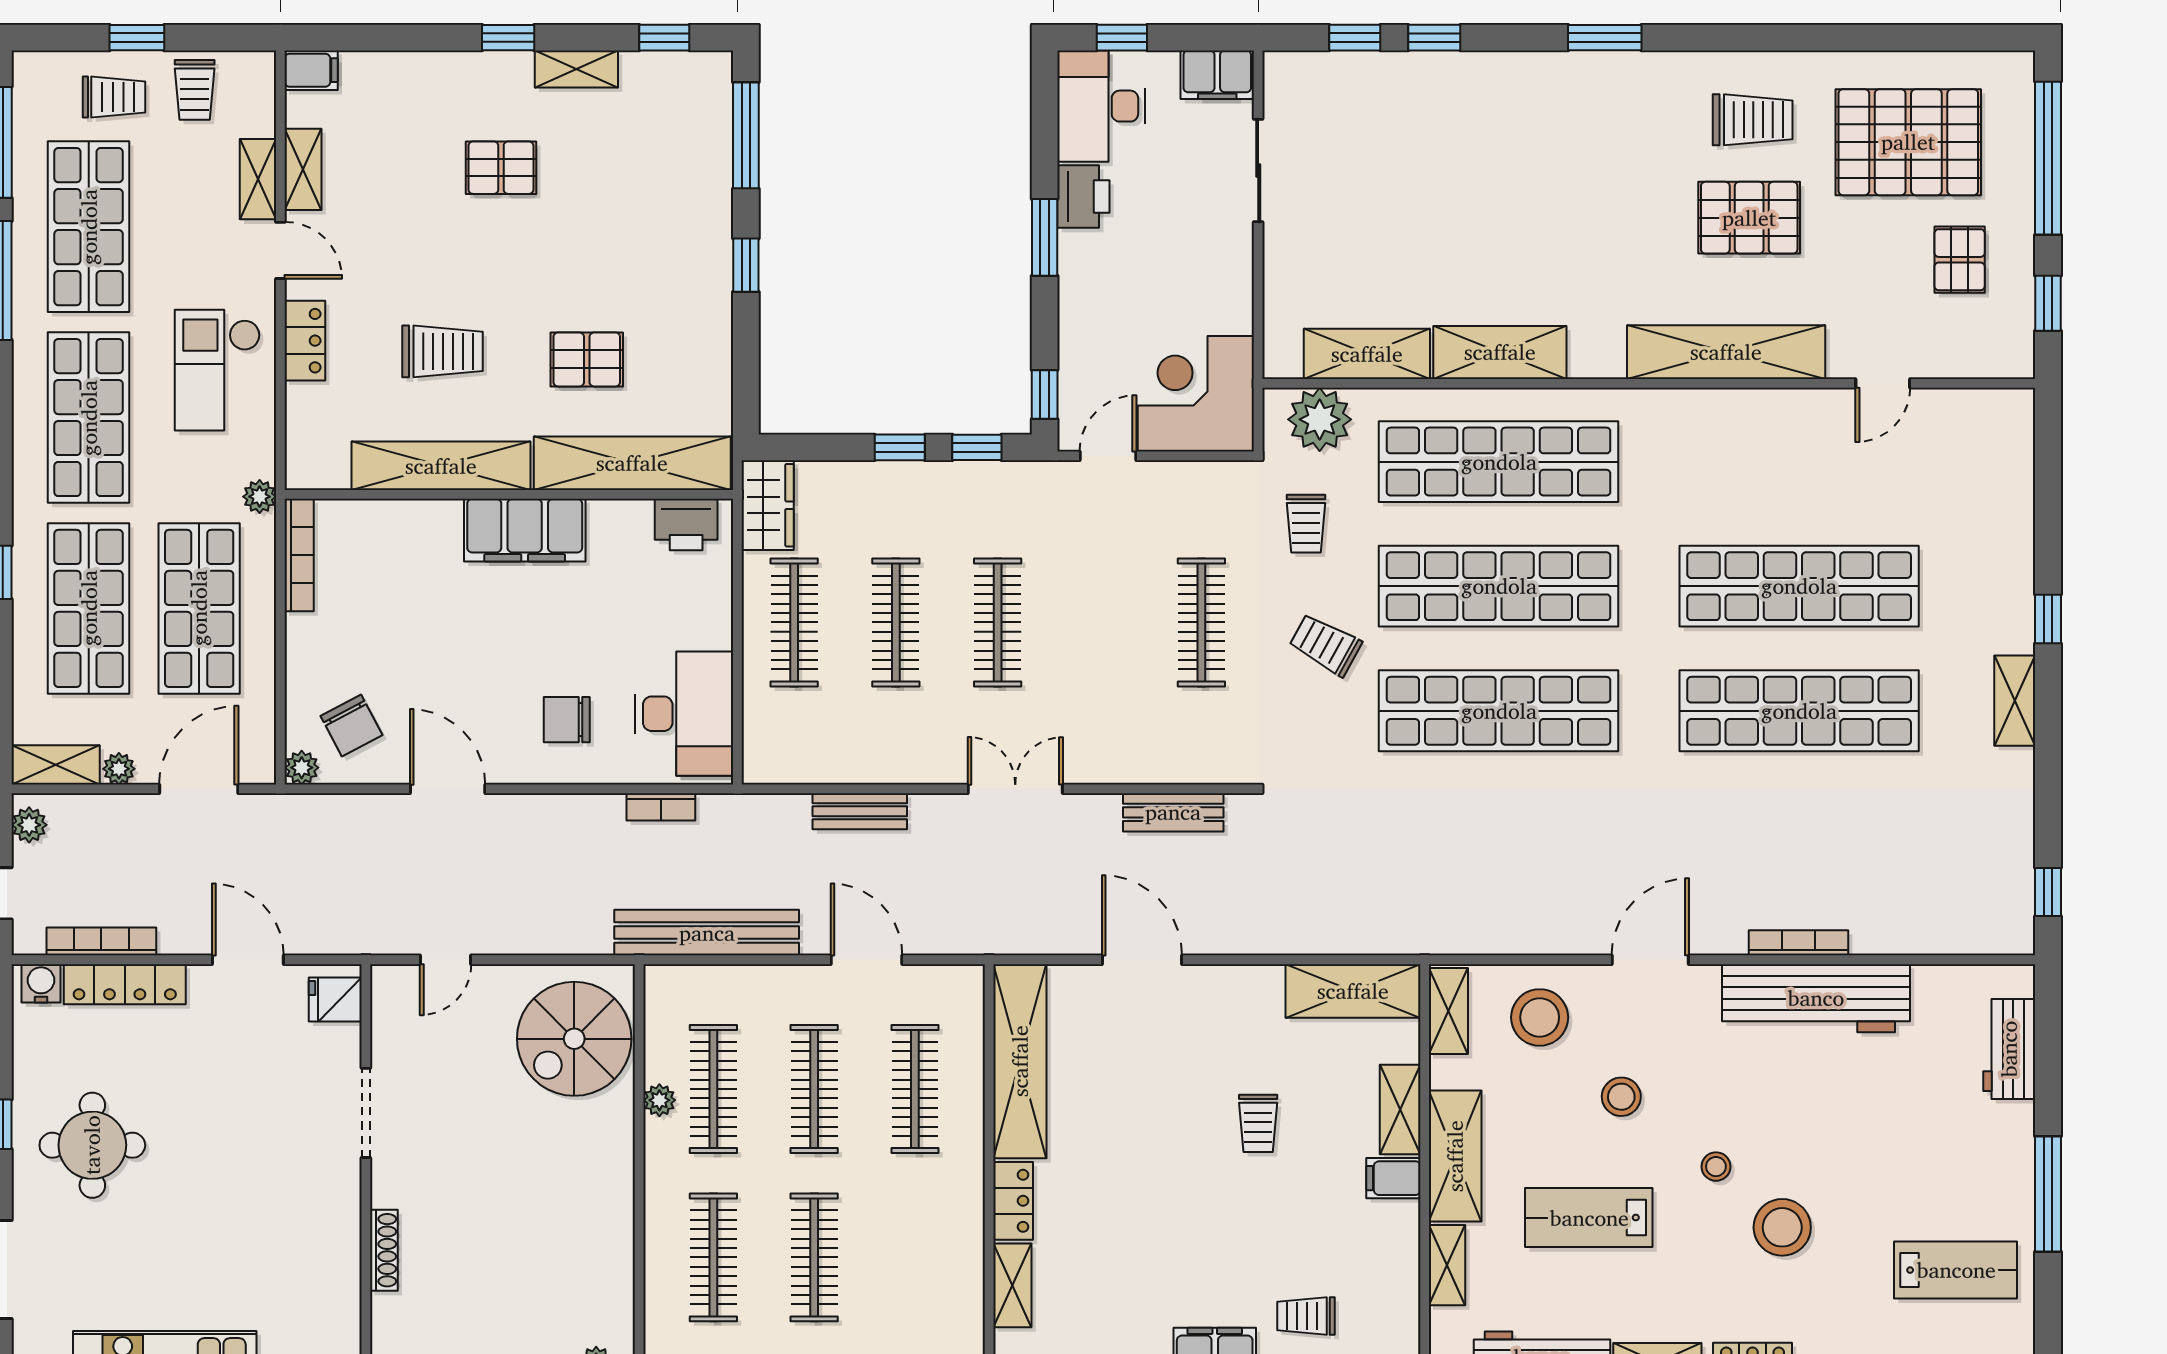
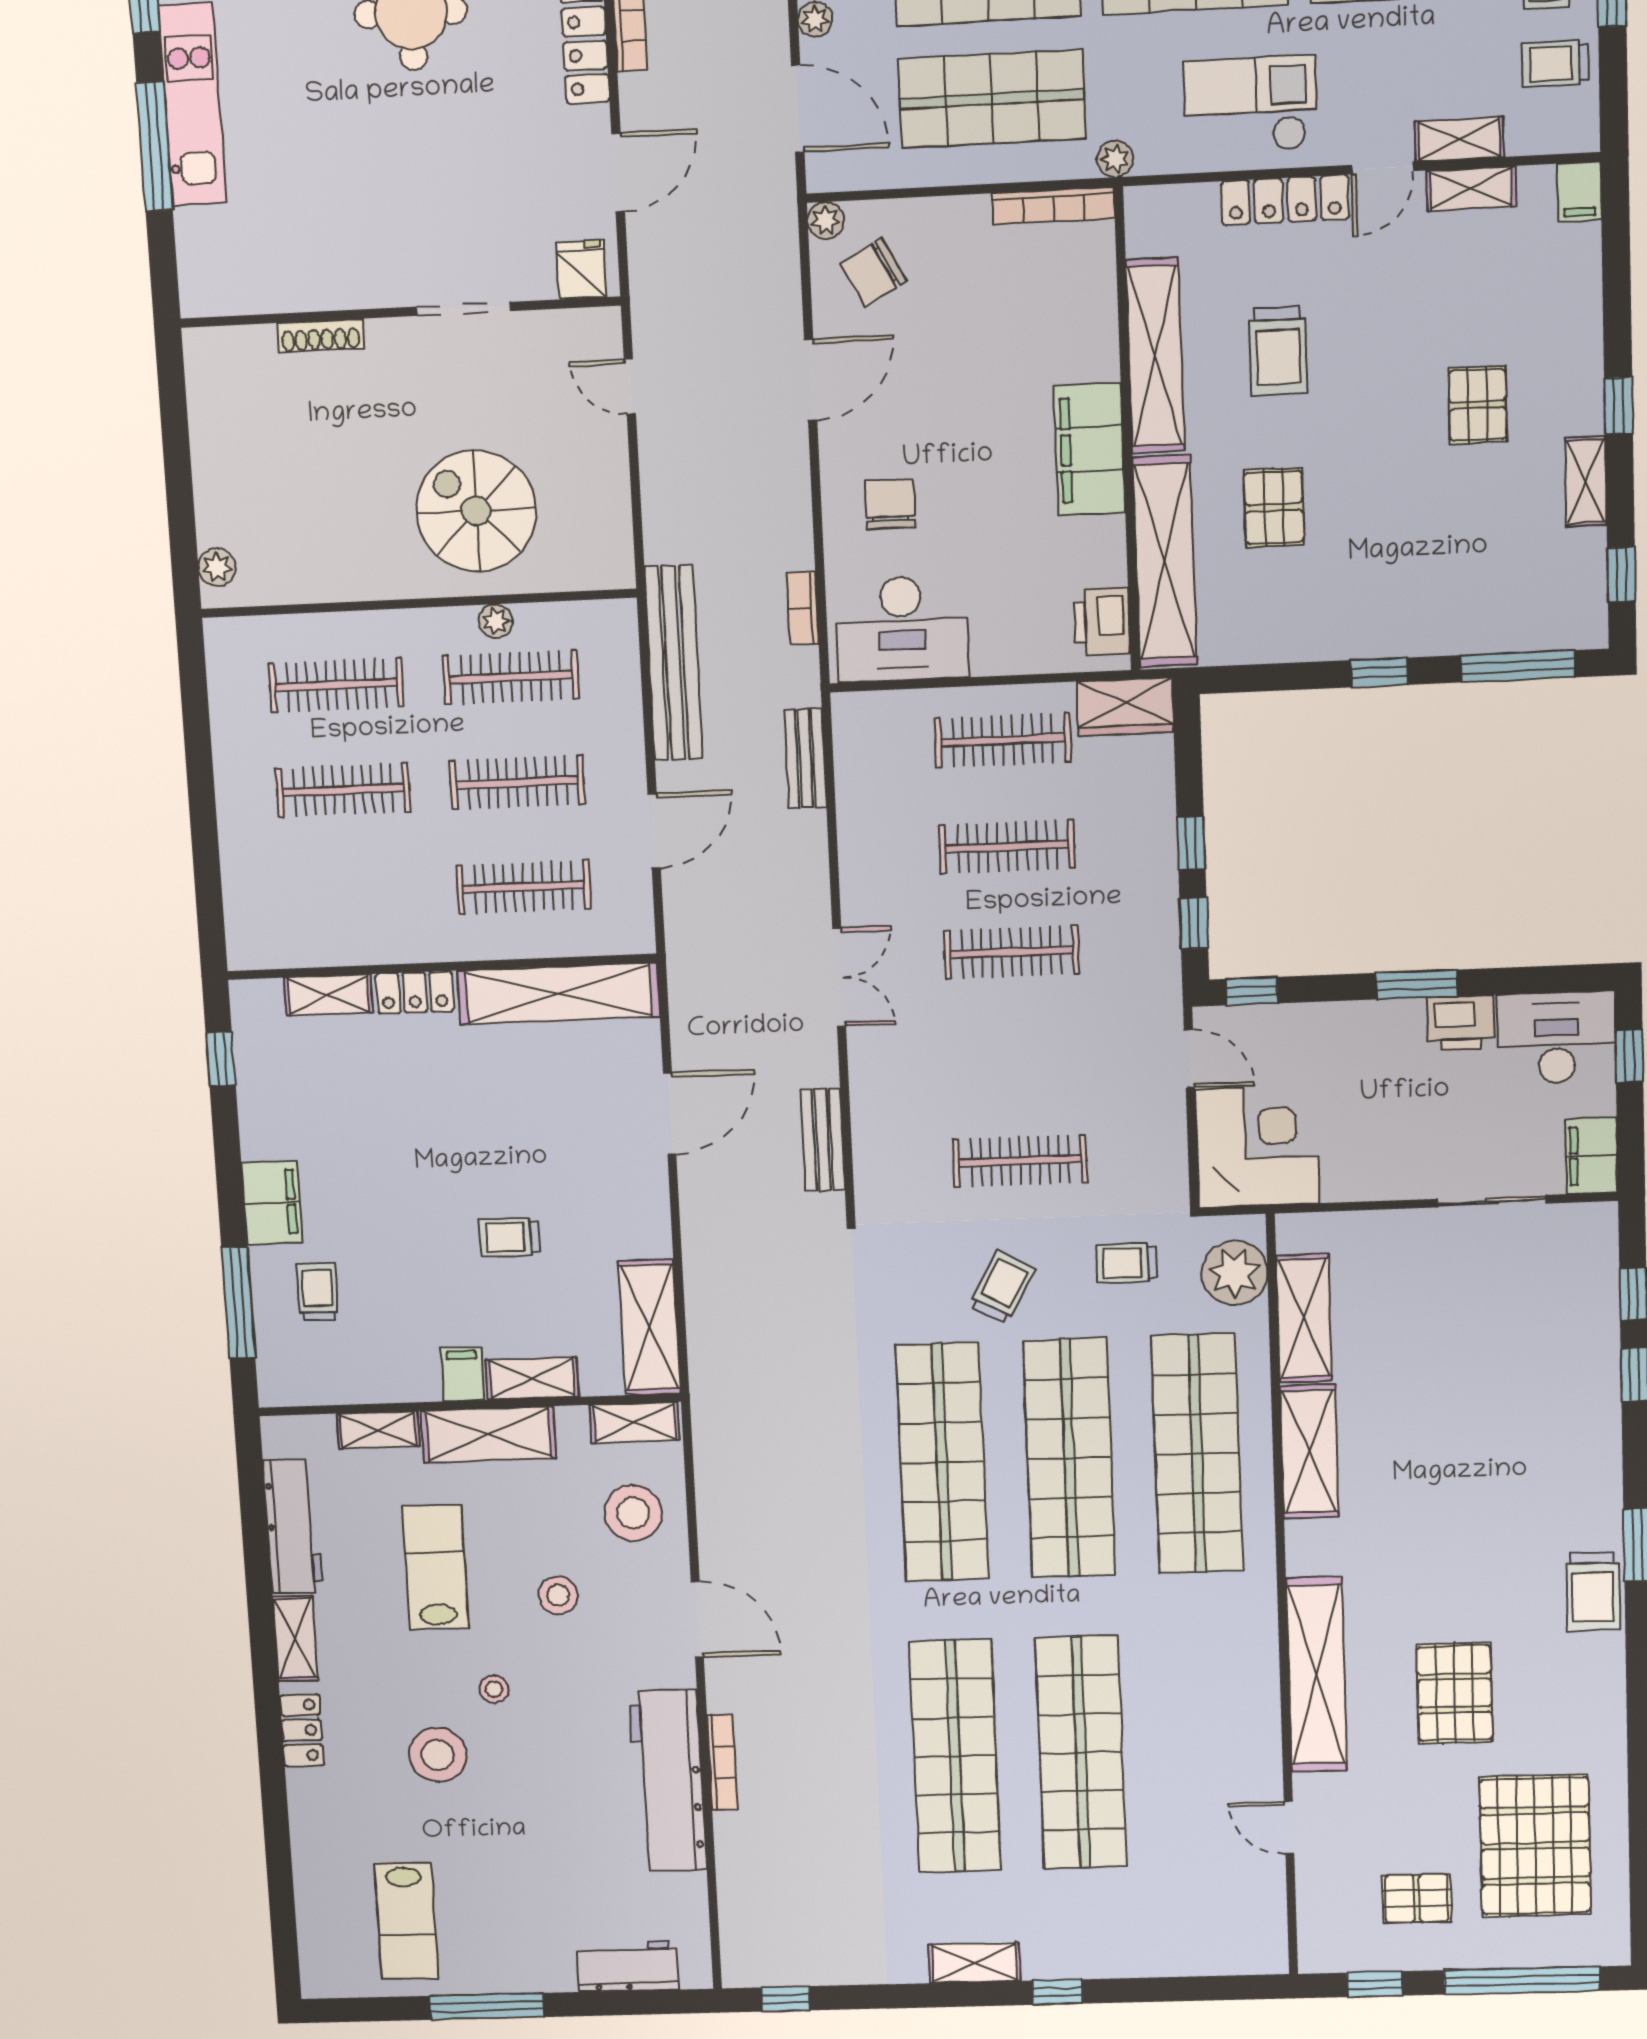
trolley: (1753, 120) -> (1593, 1591), moved
locker: (305, 341) -> (1285, 200), width x1.53
bench: (860, 811) -> (805, 758), moved
spiral stairs: (574, 1039) -> (476, 511), moved

